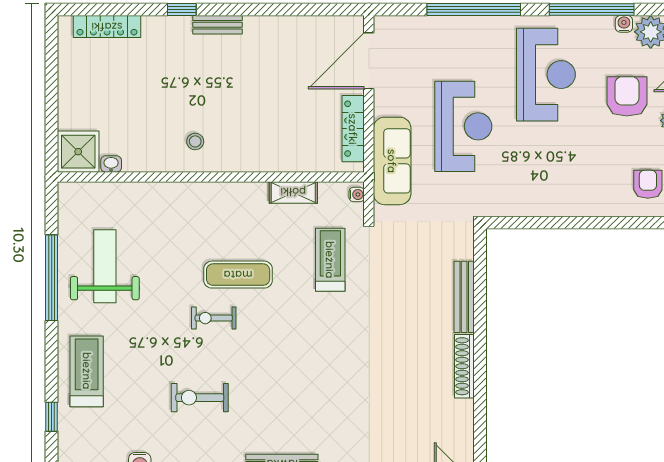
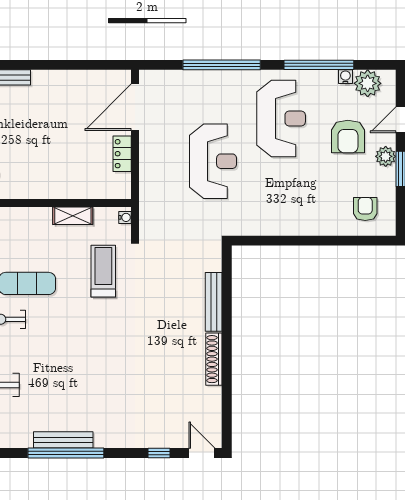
armchair: (627, 96) -> (348, 137), turned 180
locker: (353, 129) -> (122, 154), width x0.66
sofa: (392, 161) -> (154, 190), removed

